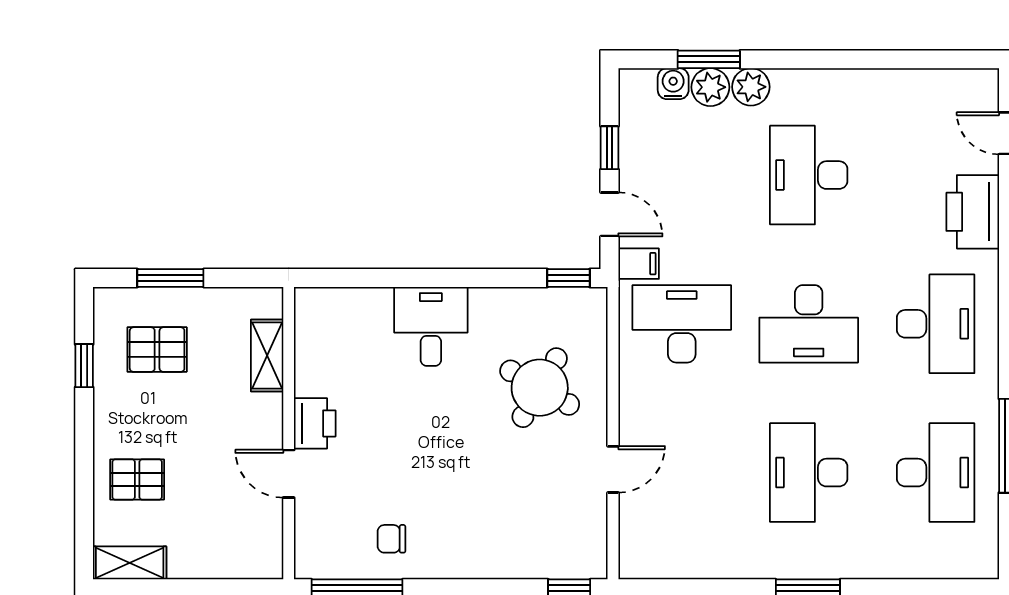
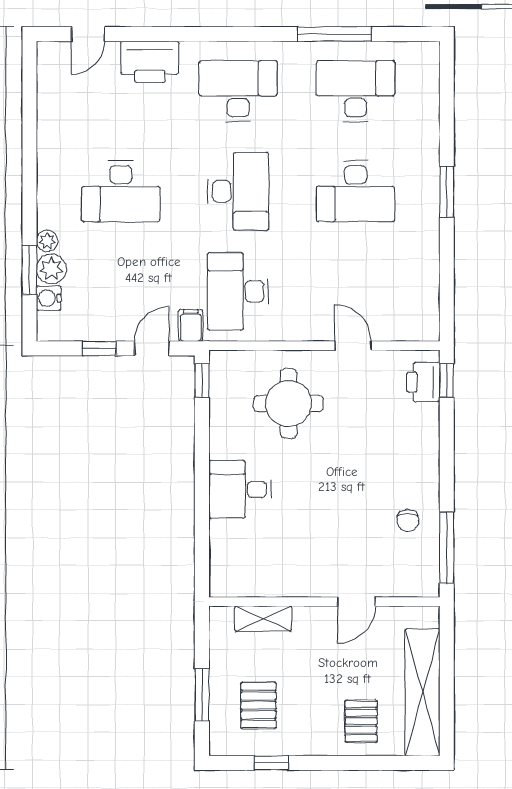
plant: (751, 87) -> (47, 241), width x0.73, depth x0.73
round table: (540, 388) -> (288, 404), turned -30
printer: (315, 423) -> (423, 382), moved, turned -90
shelving: (130, 563) -> (422, 692), width x2.20, depth x1.33

